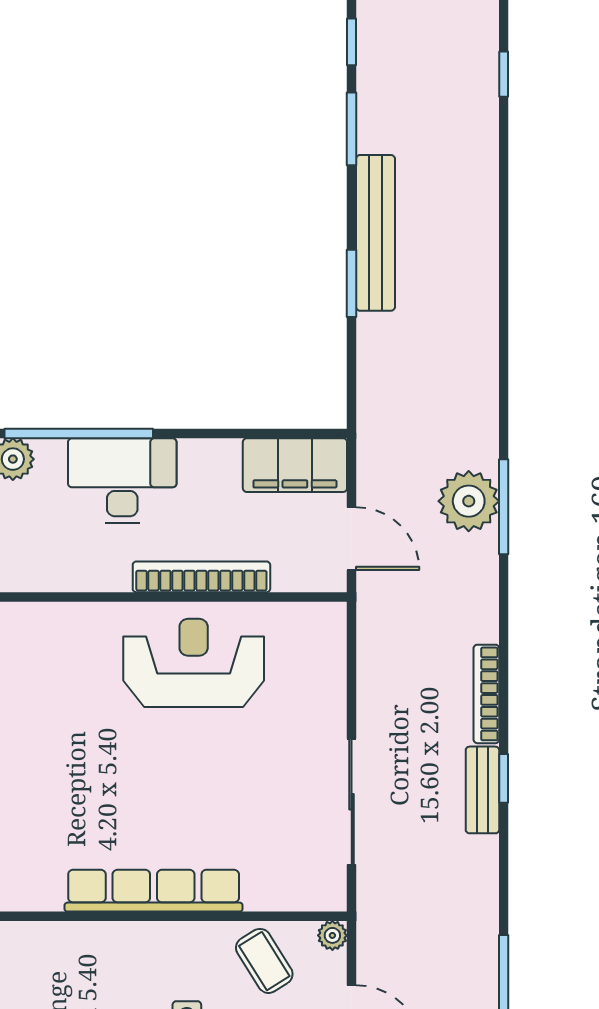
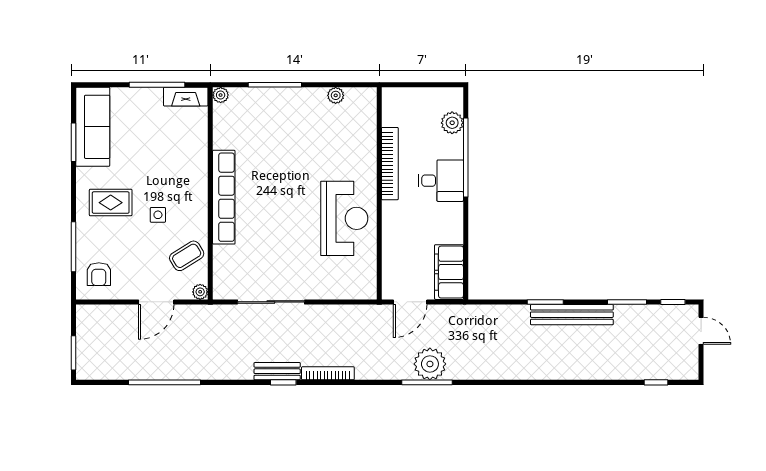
desk: (122, 481) -> (441, 181), width x0.73
bookcase: (201, 577) -> (390, 164), moved

